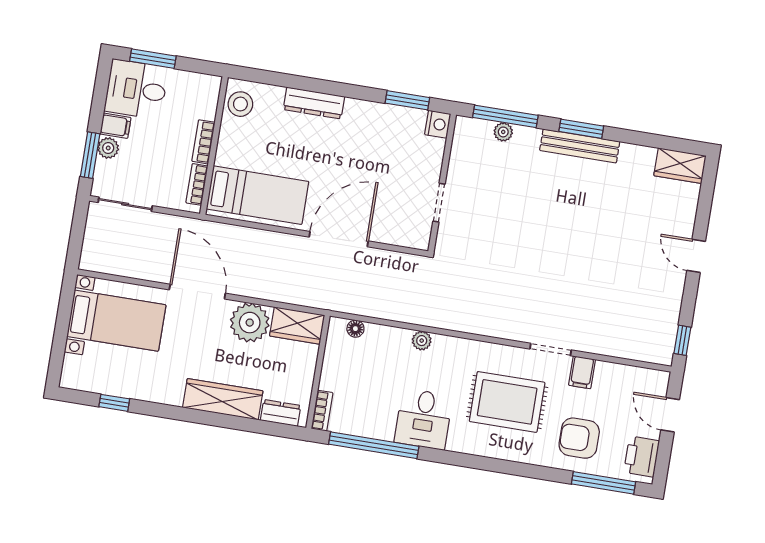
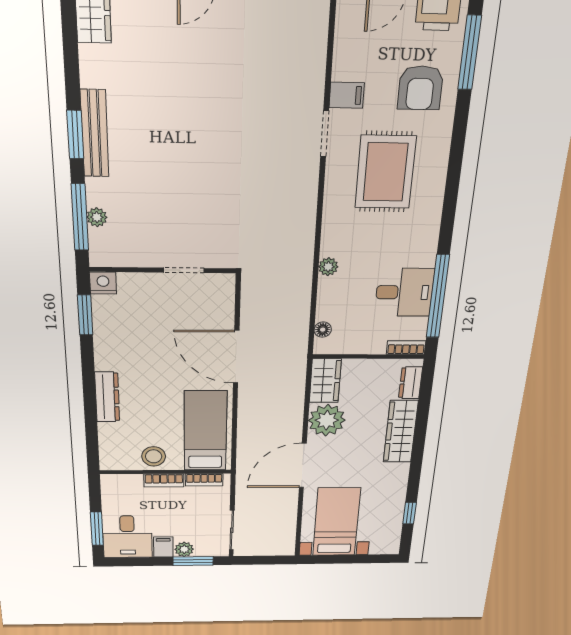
stool: (240, 104) -> (154, 456), moved
desk: (423, 419) -> (404, 292), moved

